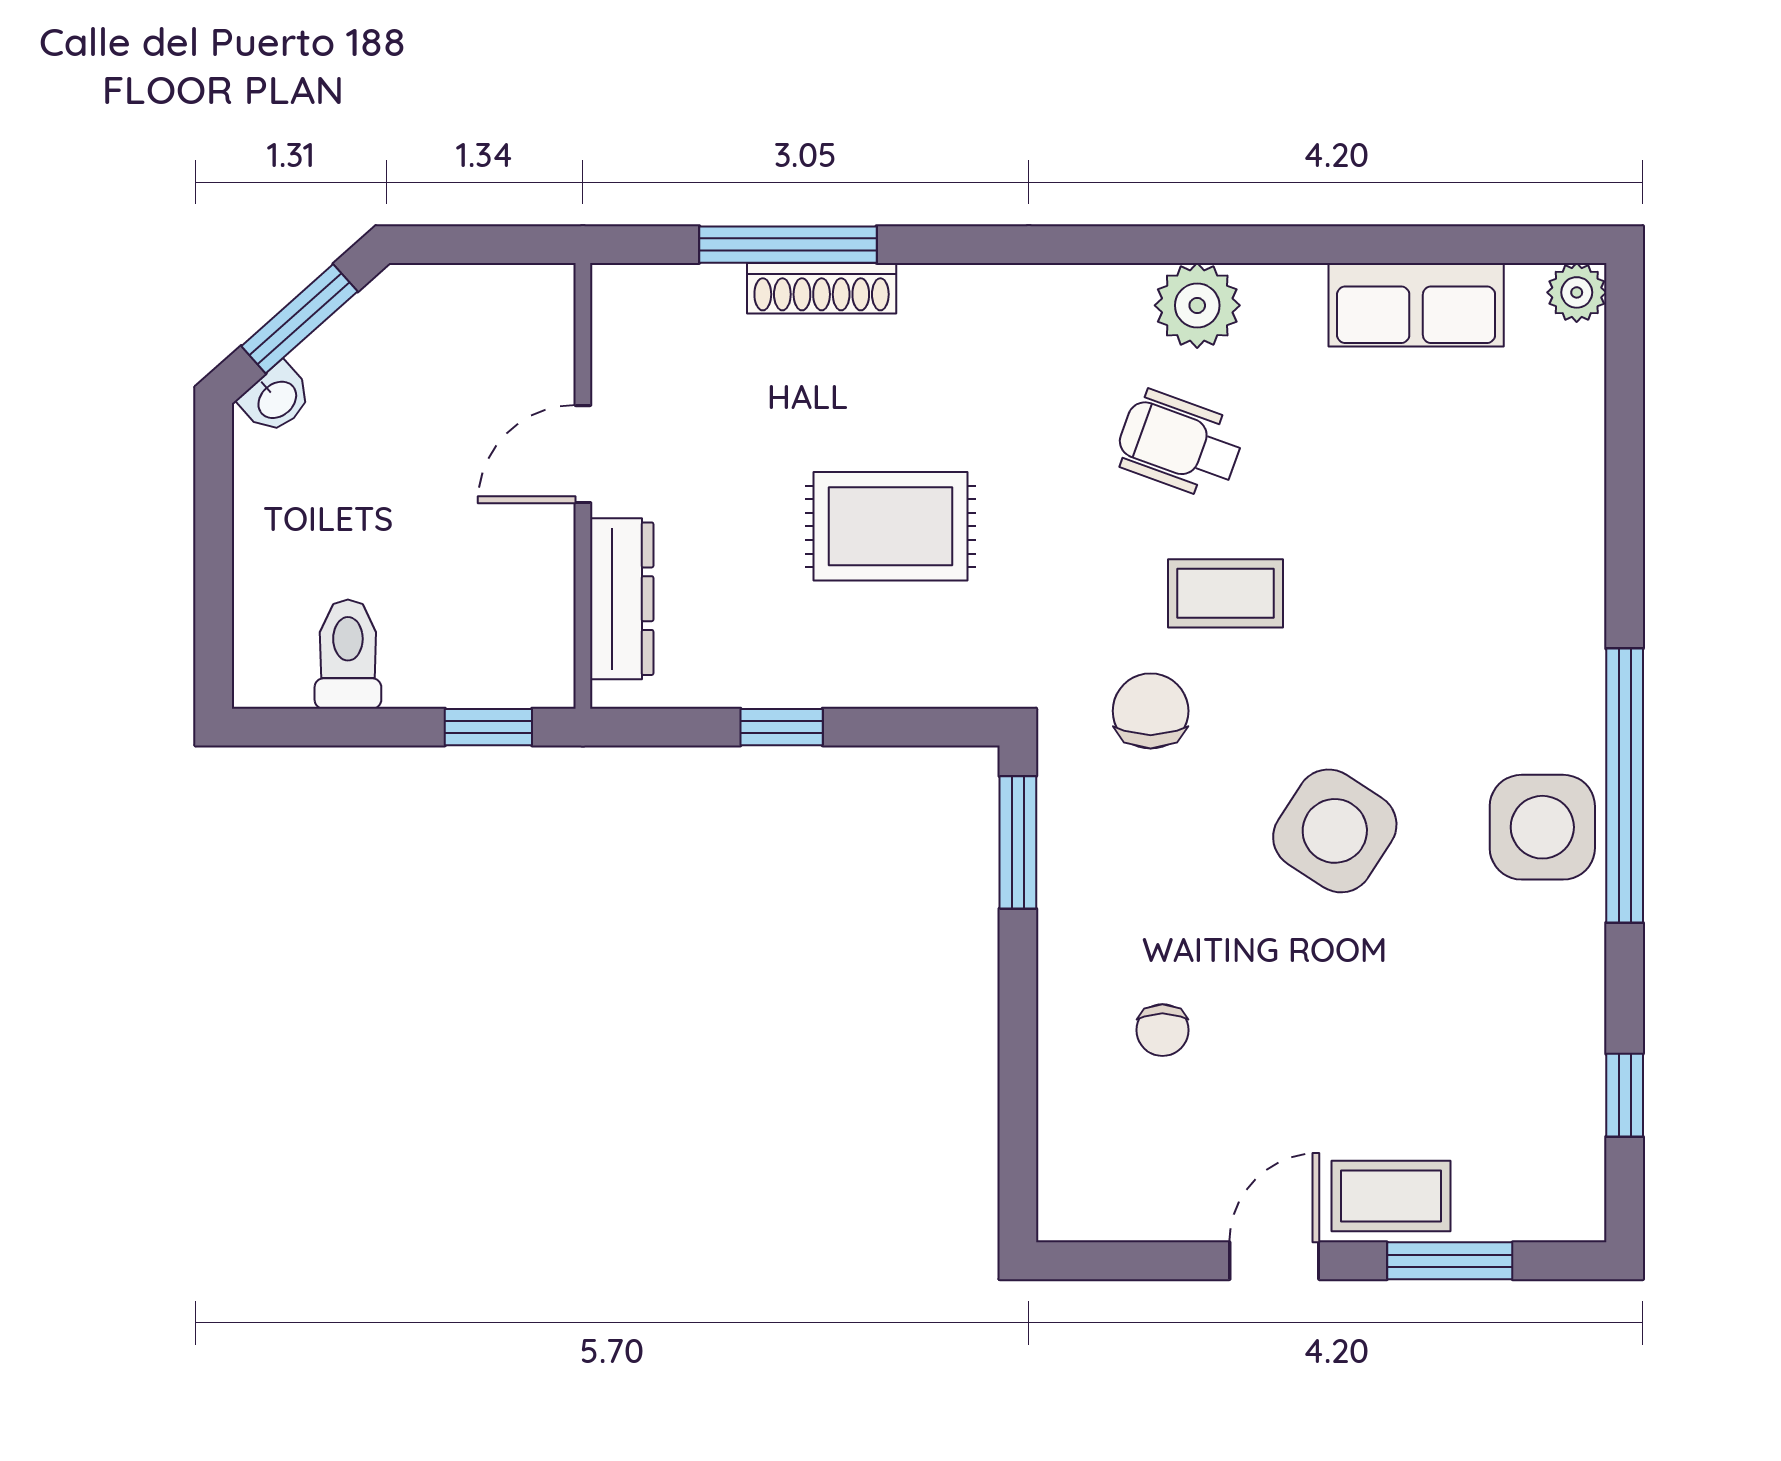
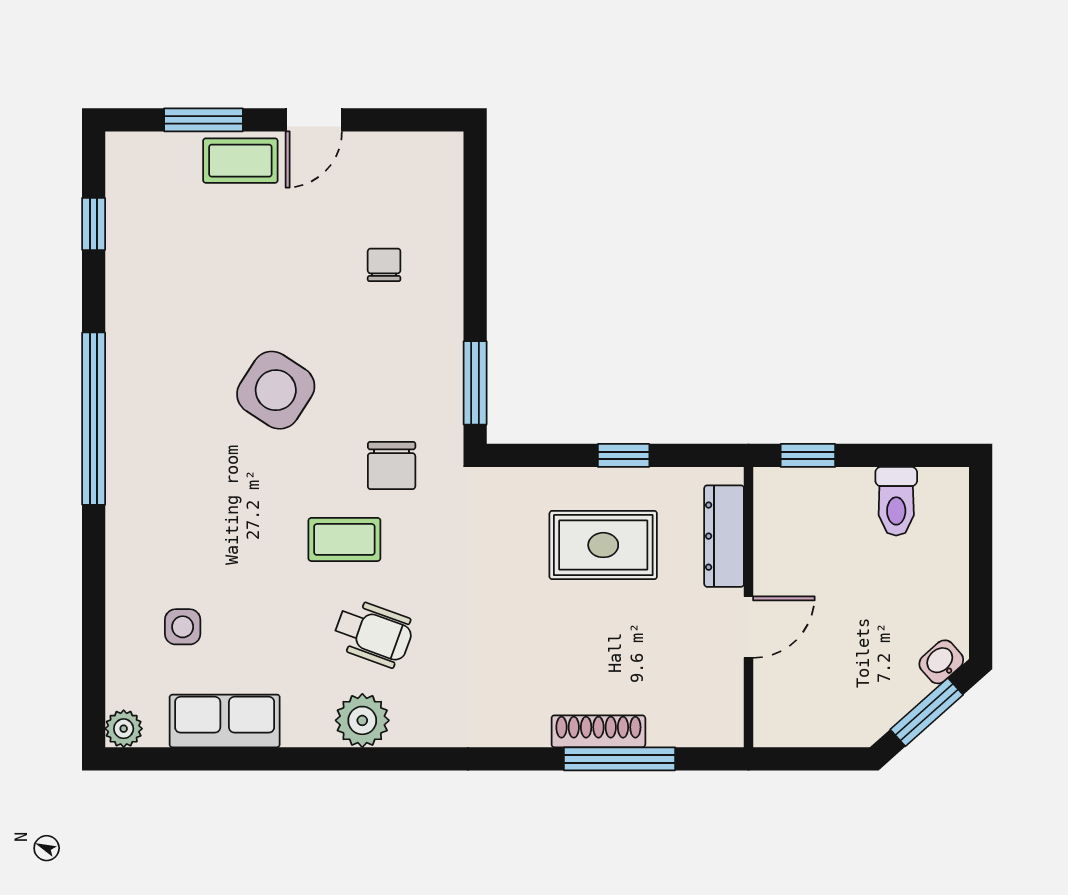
rug: (891, 526) -> (603, 545), moved
side table: (1542, 827) -> (183, 627), moved, width x0.54, depth x0.54

